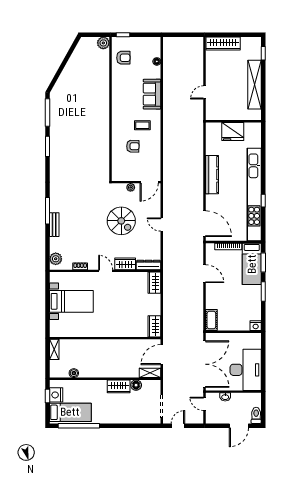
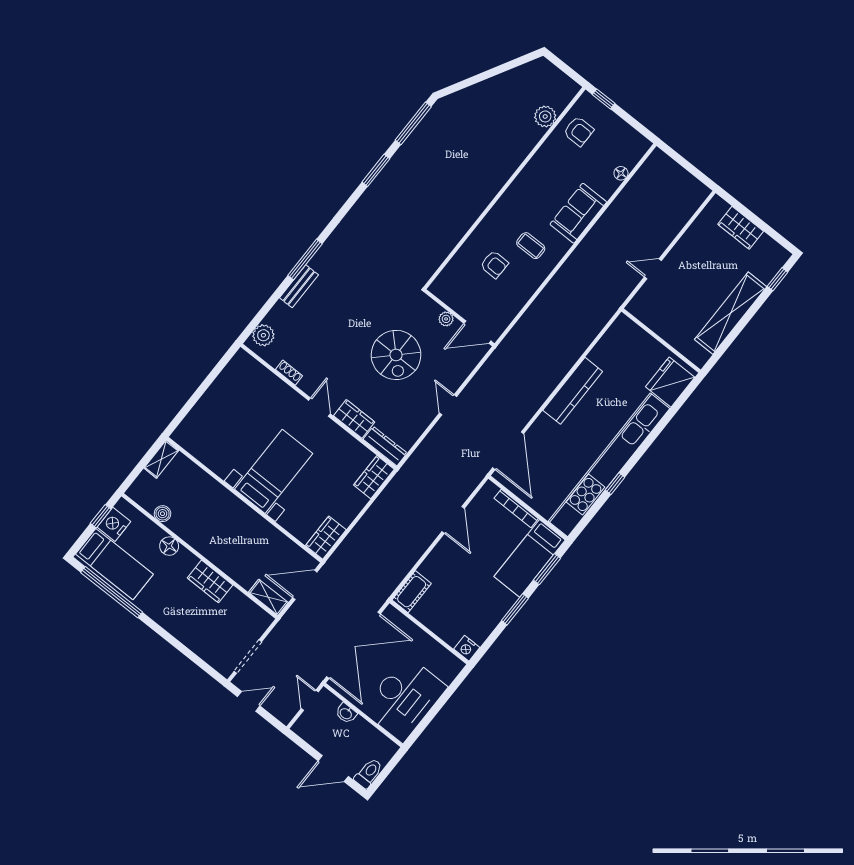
plant: (103, 43) -> (545, 116), moved
wardrobe: (223, 43) -> (741, 228), width x0.67
fridge: (233, 132) -> (670, 382), moved, turned 90
bed with nightstands: (71, 301) -> (274, 471), moved, turned -90
floor lamp: (136, 385) -> (169, 546), moved

